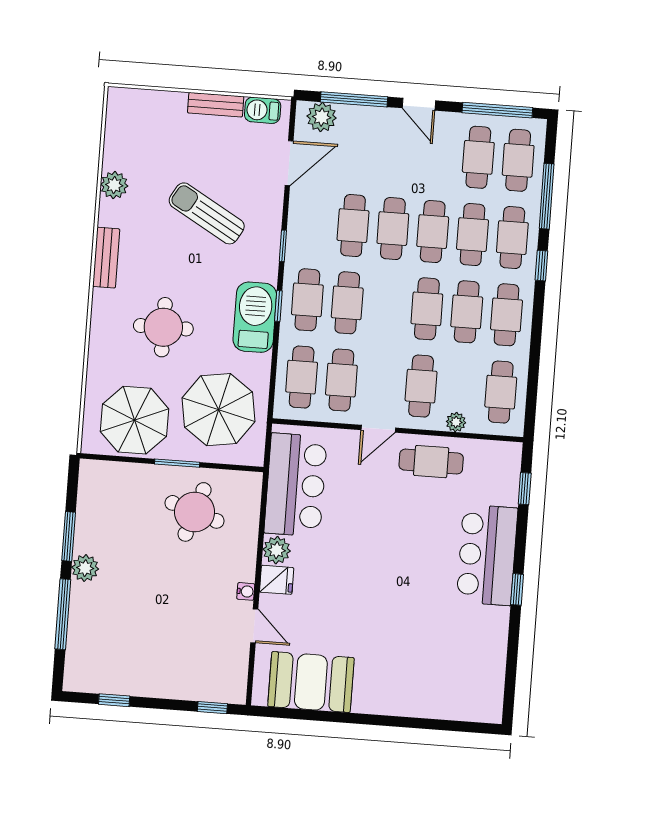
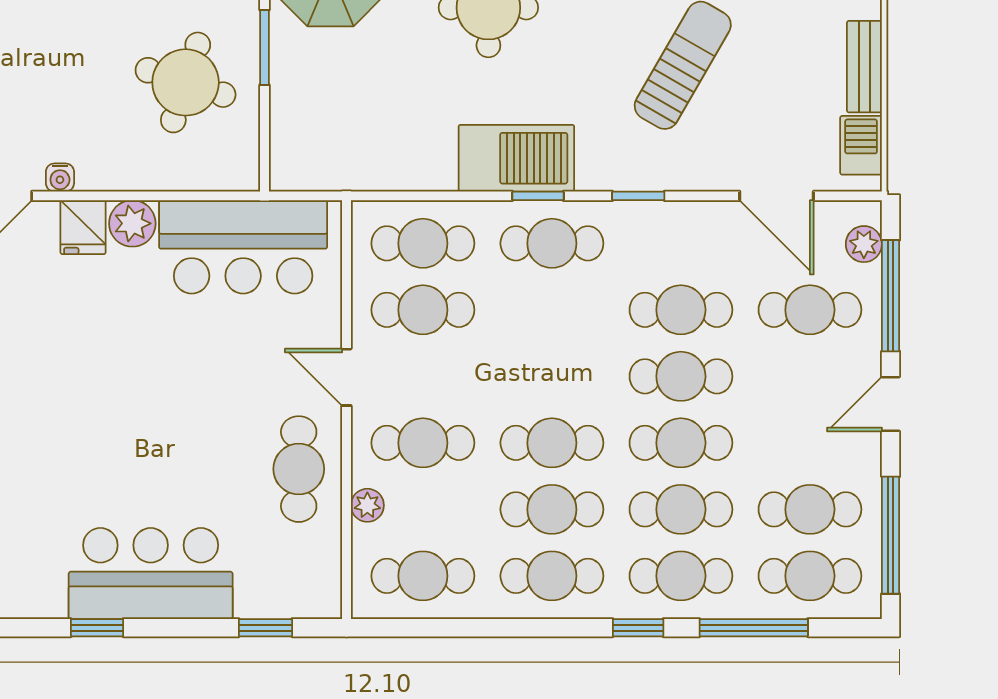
plant: (322, 117) -> (864, 244), width x0.73, depth x0.73
cafe table: (347, 303) -> (810, 310), moved
parasol: (218, 410) -> (358, 109), removed

